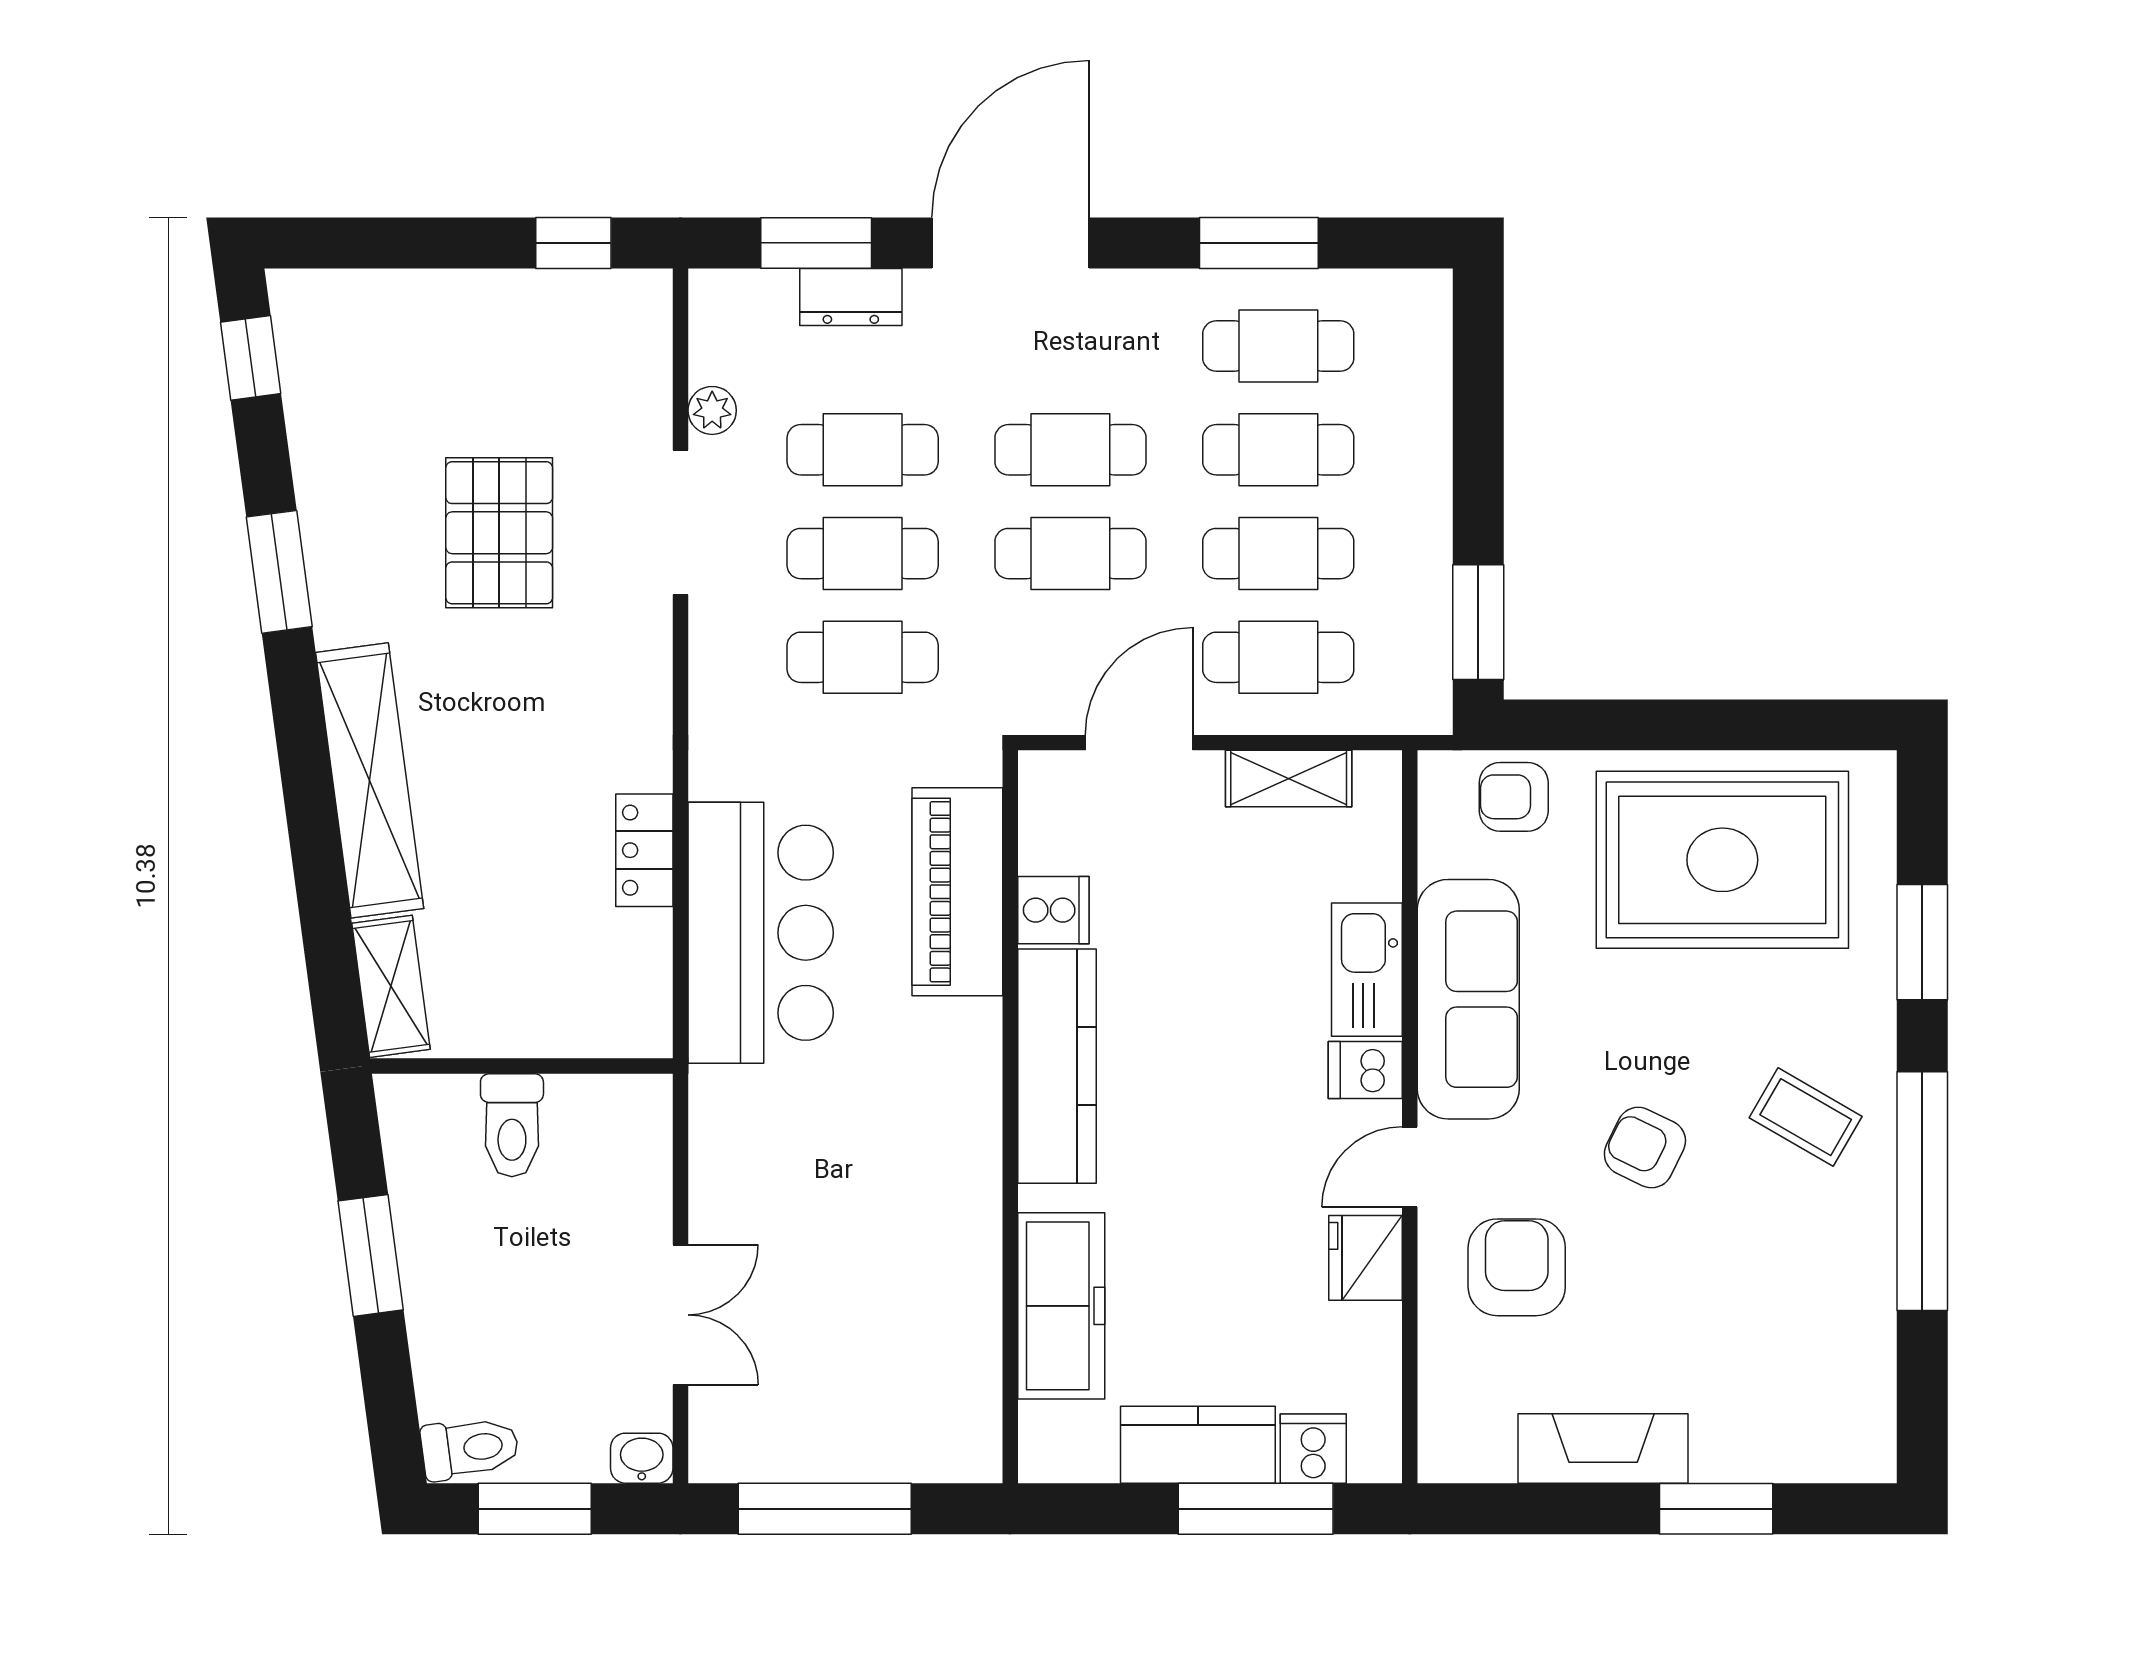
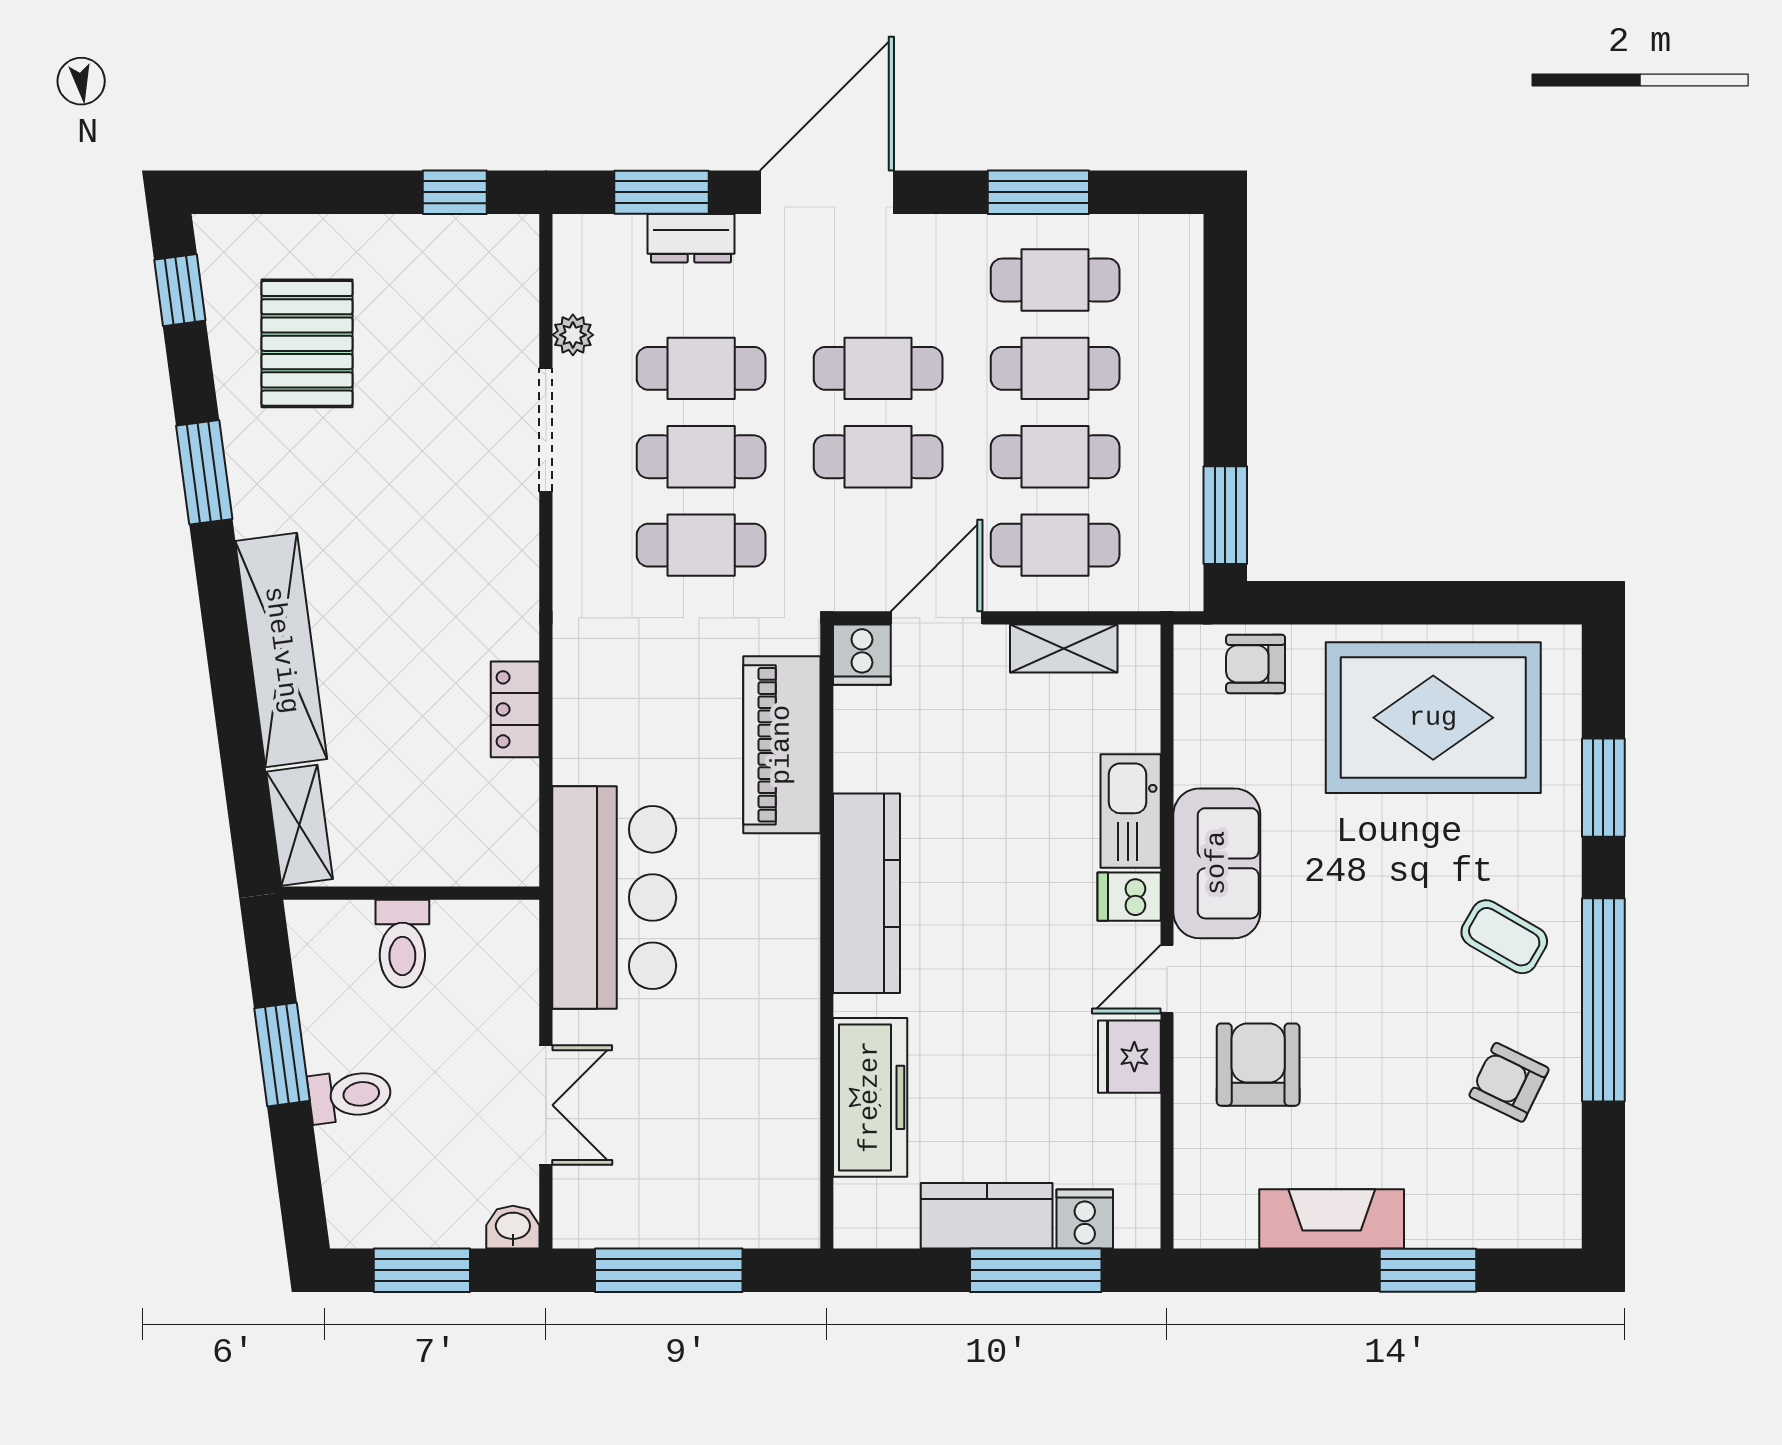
pallet: (499, 533) -> (307, 343), moved
cooker: (1053, 910) -> (862, 655), moved, turned 90
bar counter: (761, 933) -> (614, 898), moved
sofa: (1468, 999) -> (1217, 863), width x0.73
armchair: (1645, 1148) -> (1509, 1082), moved
toilet: (470, 1448) -> (350, 1095), moved

